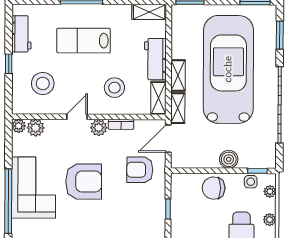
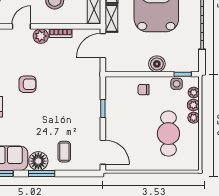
armchair: (140, 170) -> (78, 74), removed
armchair: (84, 182) -> (27, 84), width x0.53, depth x0.53
chair: (214, 188) -> (143, 90), width x0.54, depth x0.54
plant: (269, 205) -> (193, 105), added

